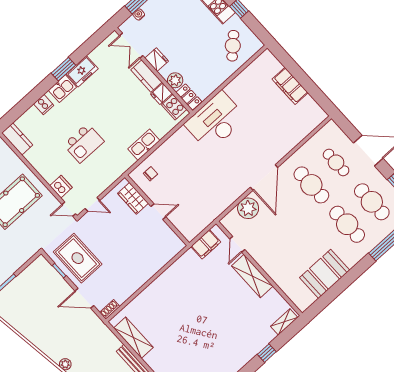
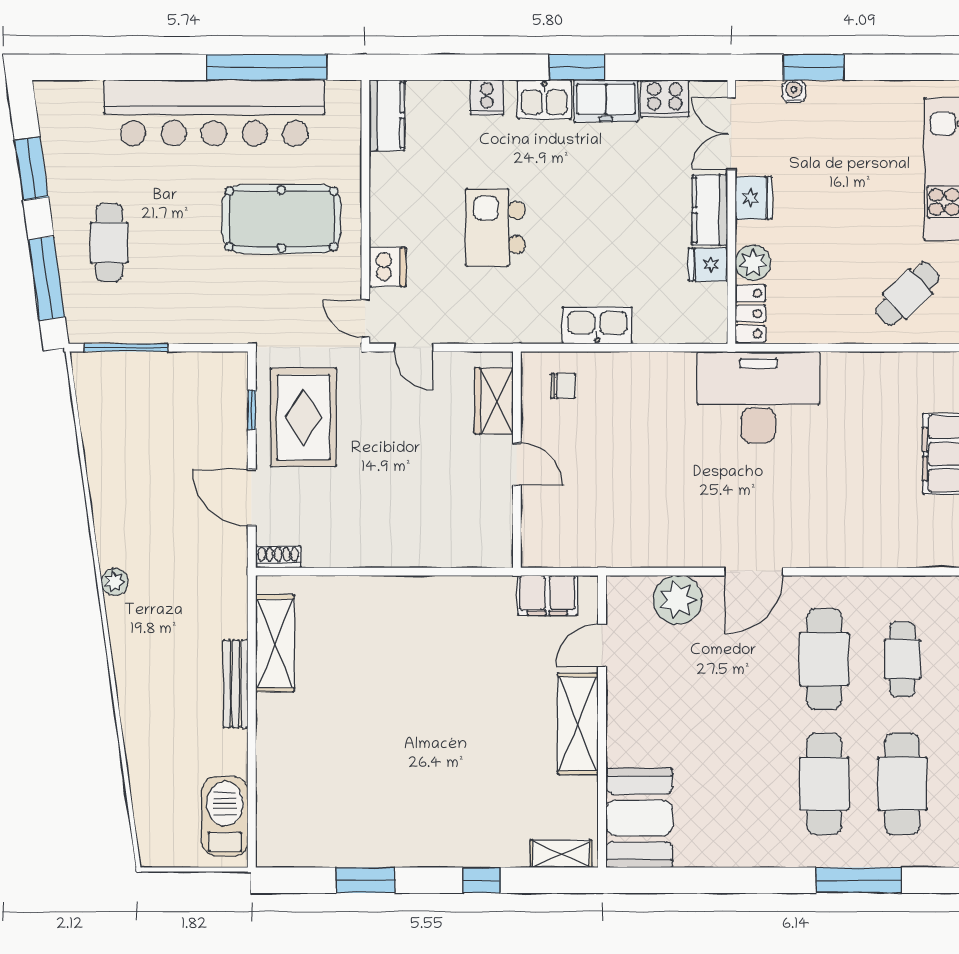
cooker: (174, 107) -> (665, 99), moved, turned -90
kitchen island: (84, 143) -> (496, 228), turned 90
door: (264, 177) -> (754, 572), width x0.73
booth: (325, 274) -> (639, 818), moved, turned 90

